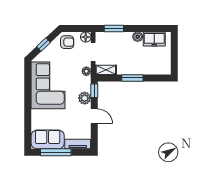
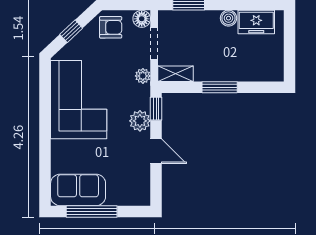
tv unit: (78, 144) -> (128, 198), removed

